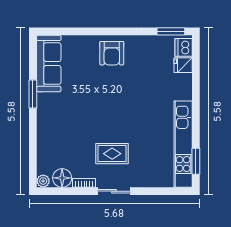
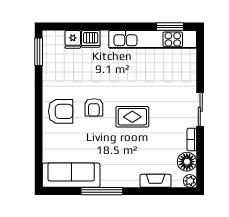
dishwasher: (184, 47) -> (91, 39), moved
armchair: (116, 86) -> (94, 107), added
window: (33, 94) -> (102, 191), width x1.44
fireplace: (43, 147) -> (156, 181), added
rug: (112, 154) -> (132, 117), moved, turned 90

